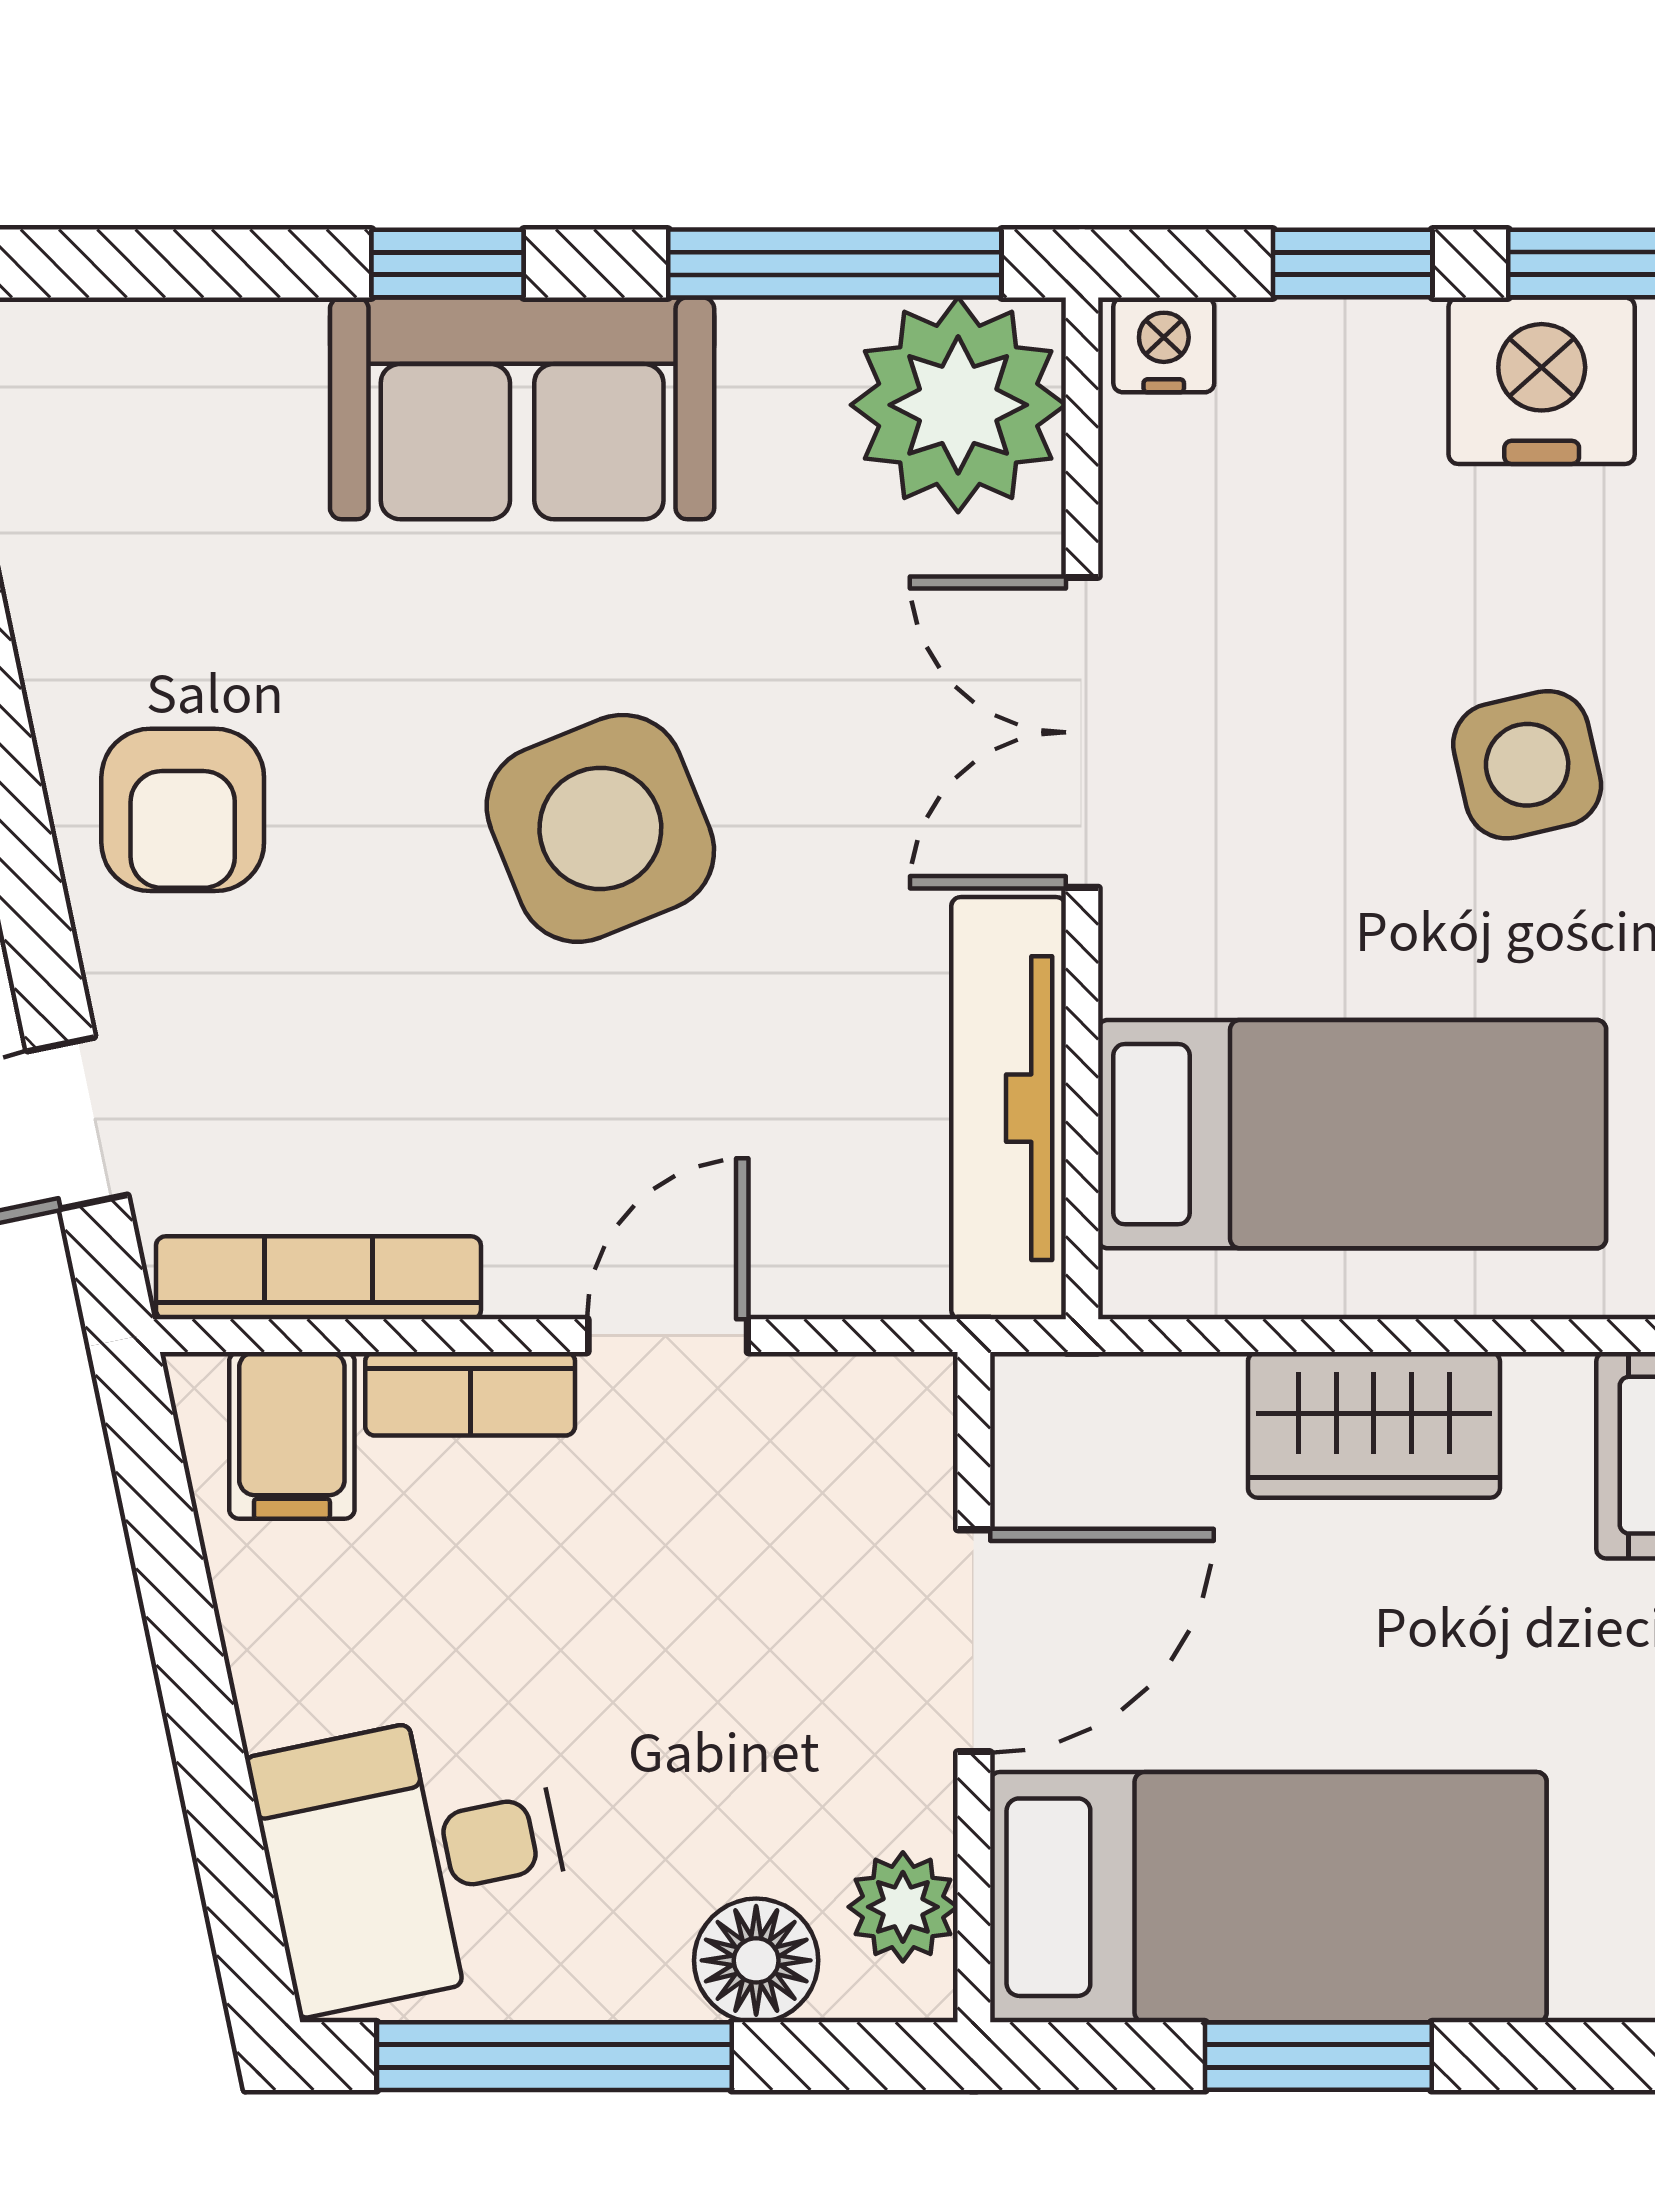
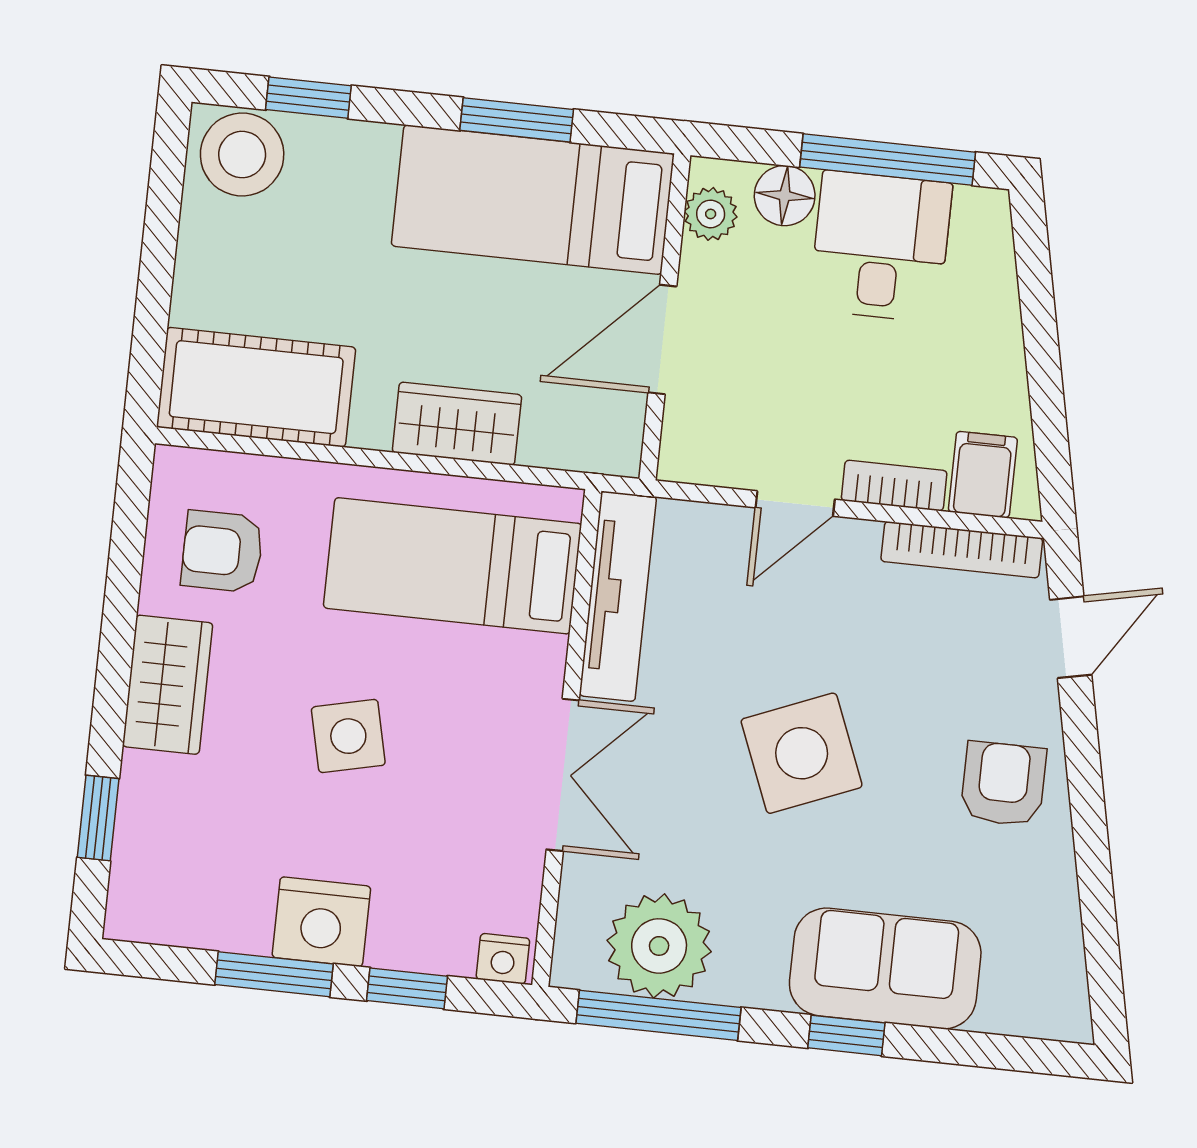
plant: (958, 405) -> (659, 946), moved
sofa: (522, 408) -> (885, 968), moved
desk: (413, 1859) -> (881, 246), moved, turned -78

